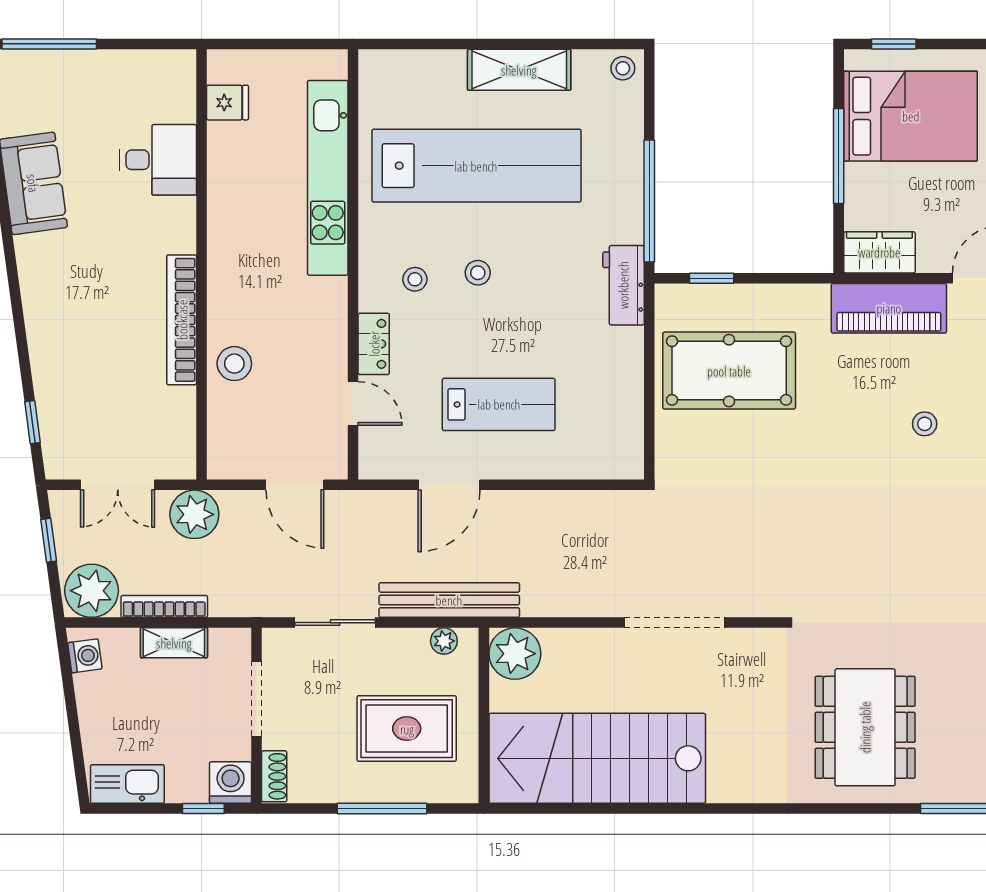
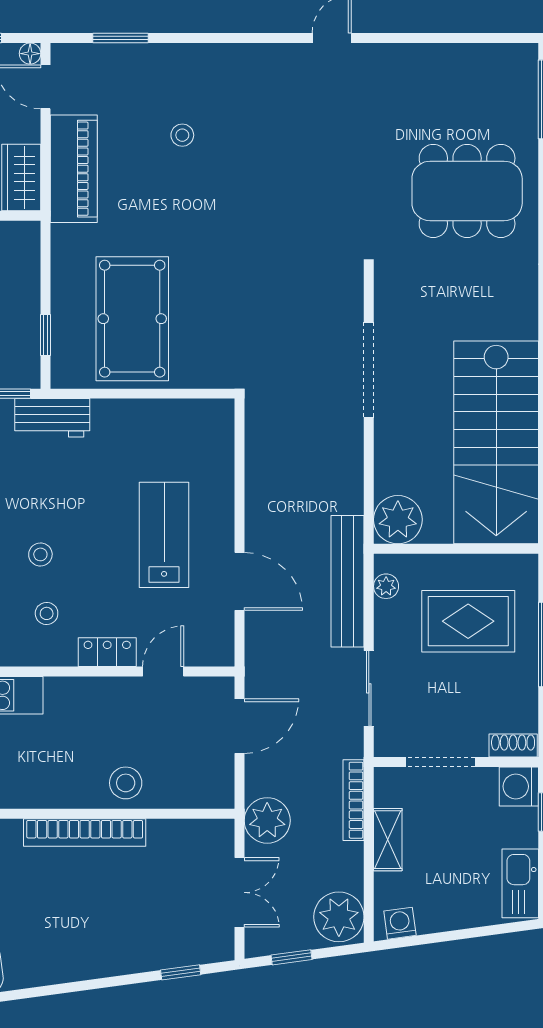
bookcase: (164, 606) -> (354, 800), moved
rug: (407, 729) -> (468, 621), turned 90

